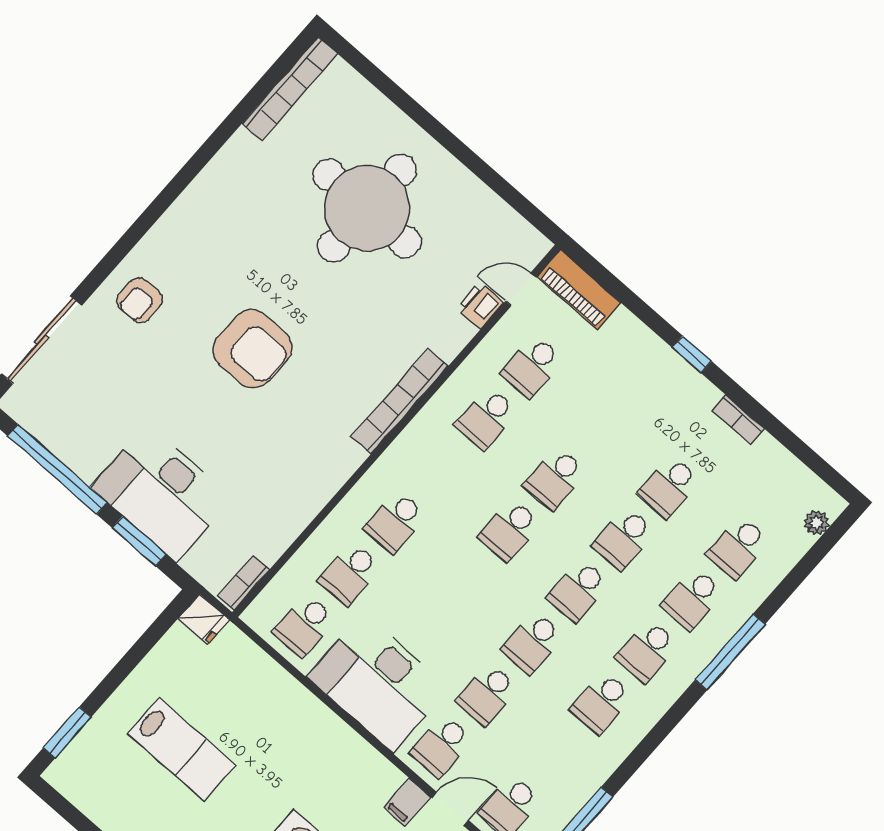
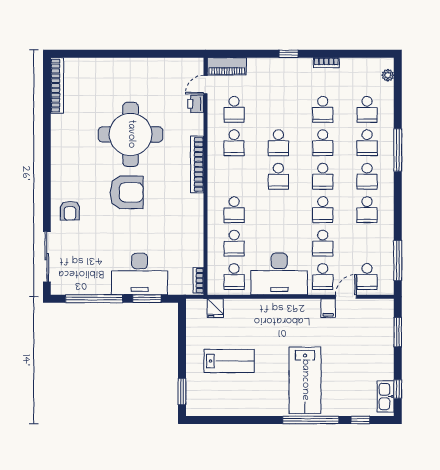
round table: (367, 208) -> (131, 134), moved
fridge: (203, 619) -> (215, 308), moved, turned 90

